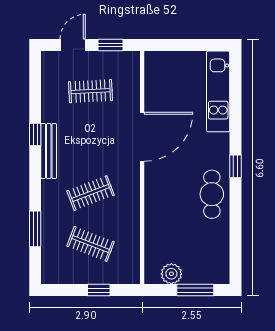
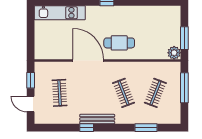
cafe table: (212, 194) -> (119, 43), moved
plant: (171, 274) -> (174, 53), moved
window: (99, 290) -> (184, 88), width x2.17
window: (195, 290) -> (184, 38), moved

